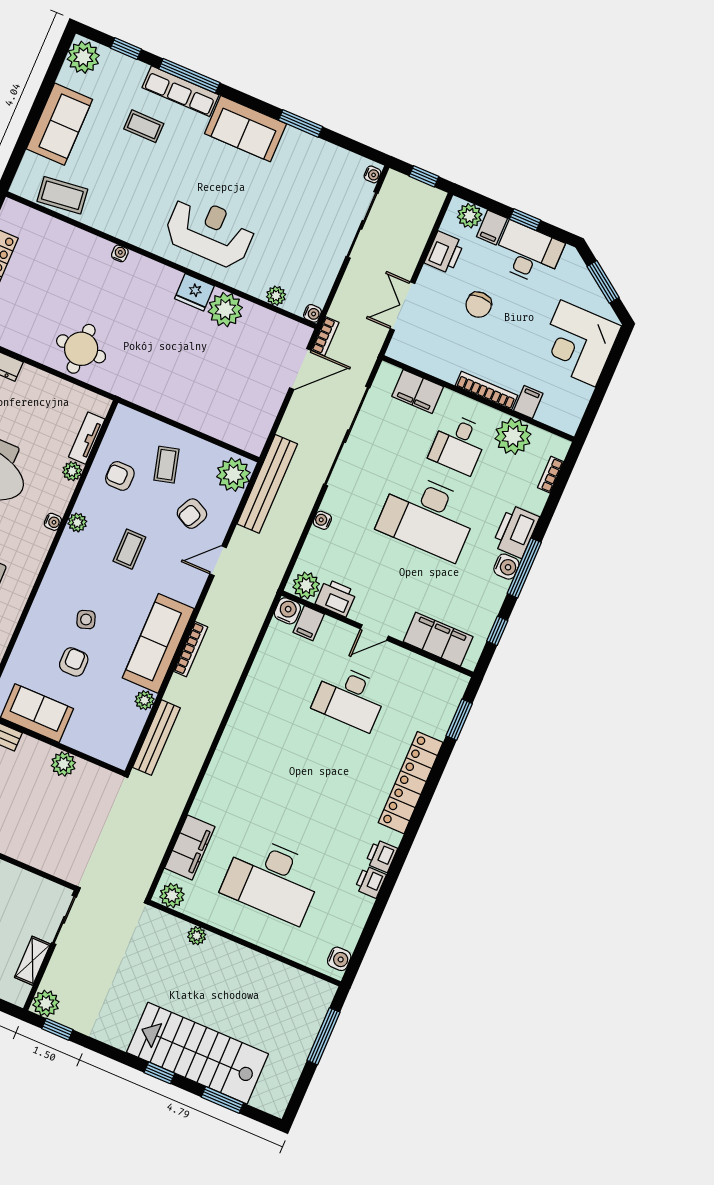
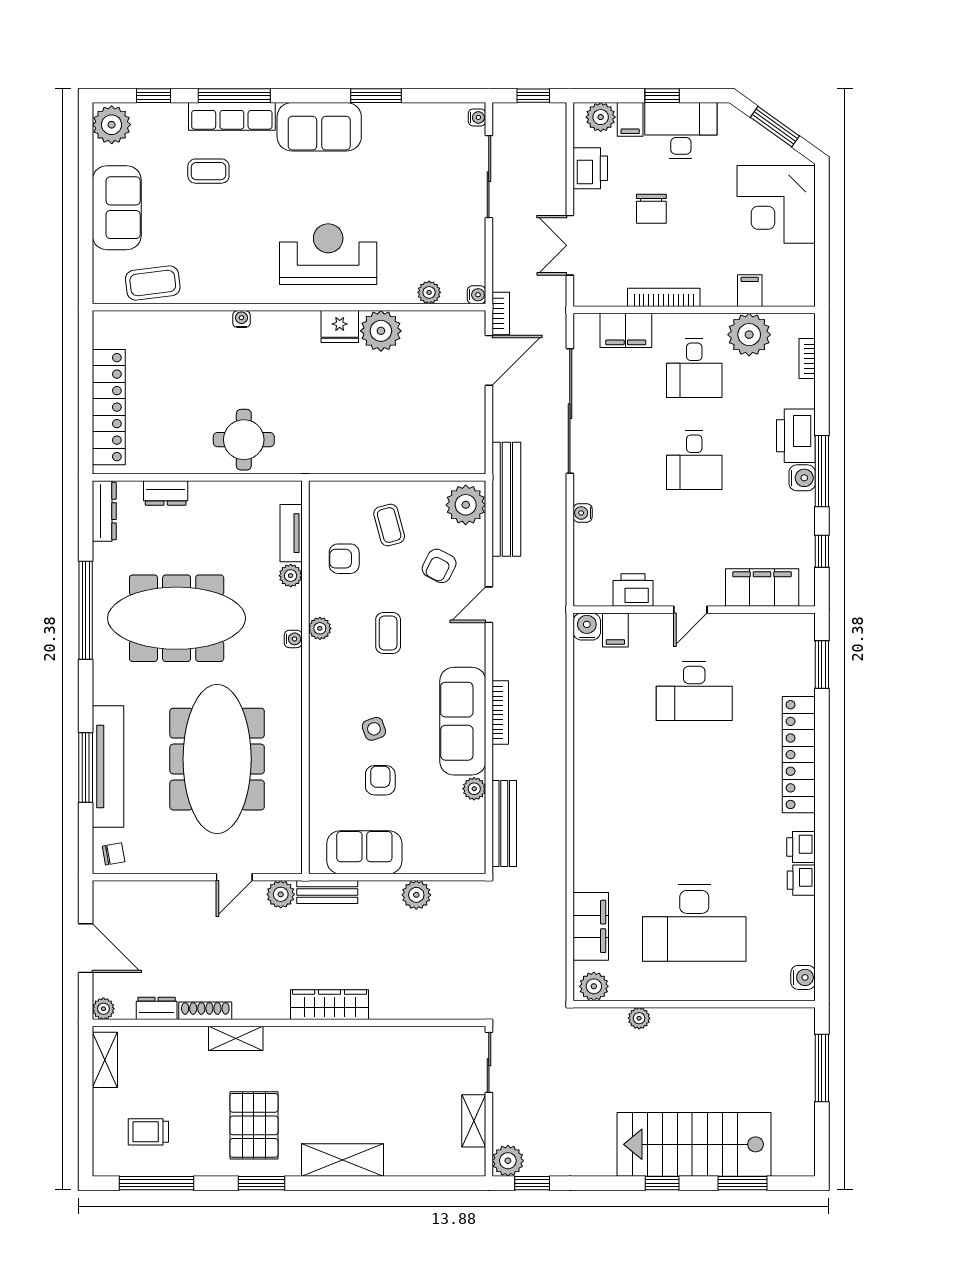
bookcase: (487, 390) -> (664, 297), moved
desk: (428, 516) -> (694, 460), width x0.53, depth x0.77
plant: (306, 585) -> (595, 591), removed

